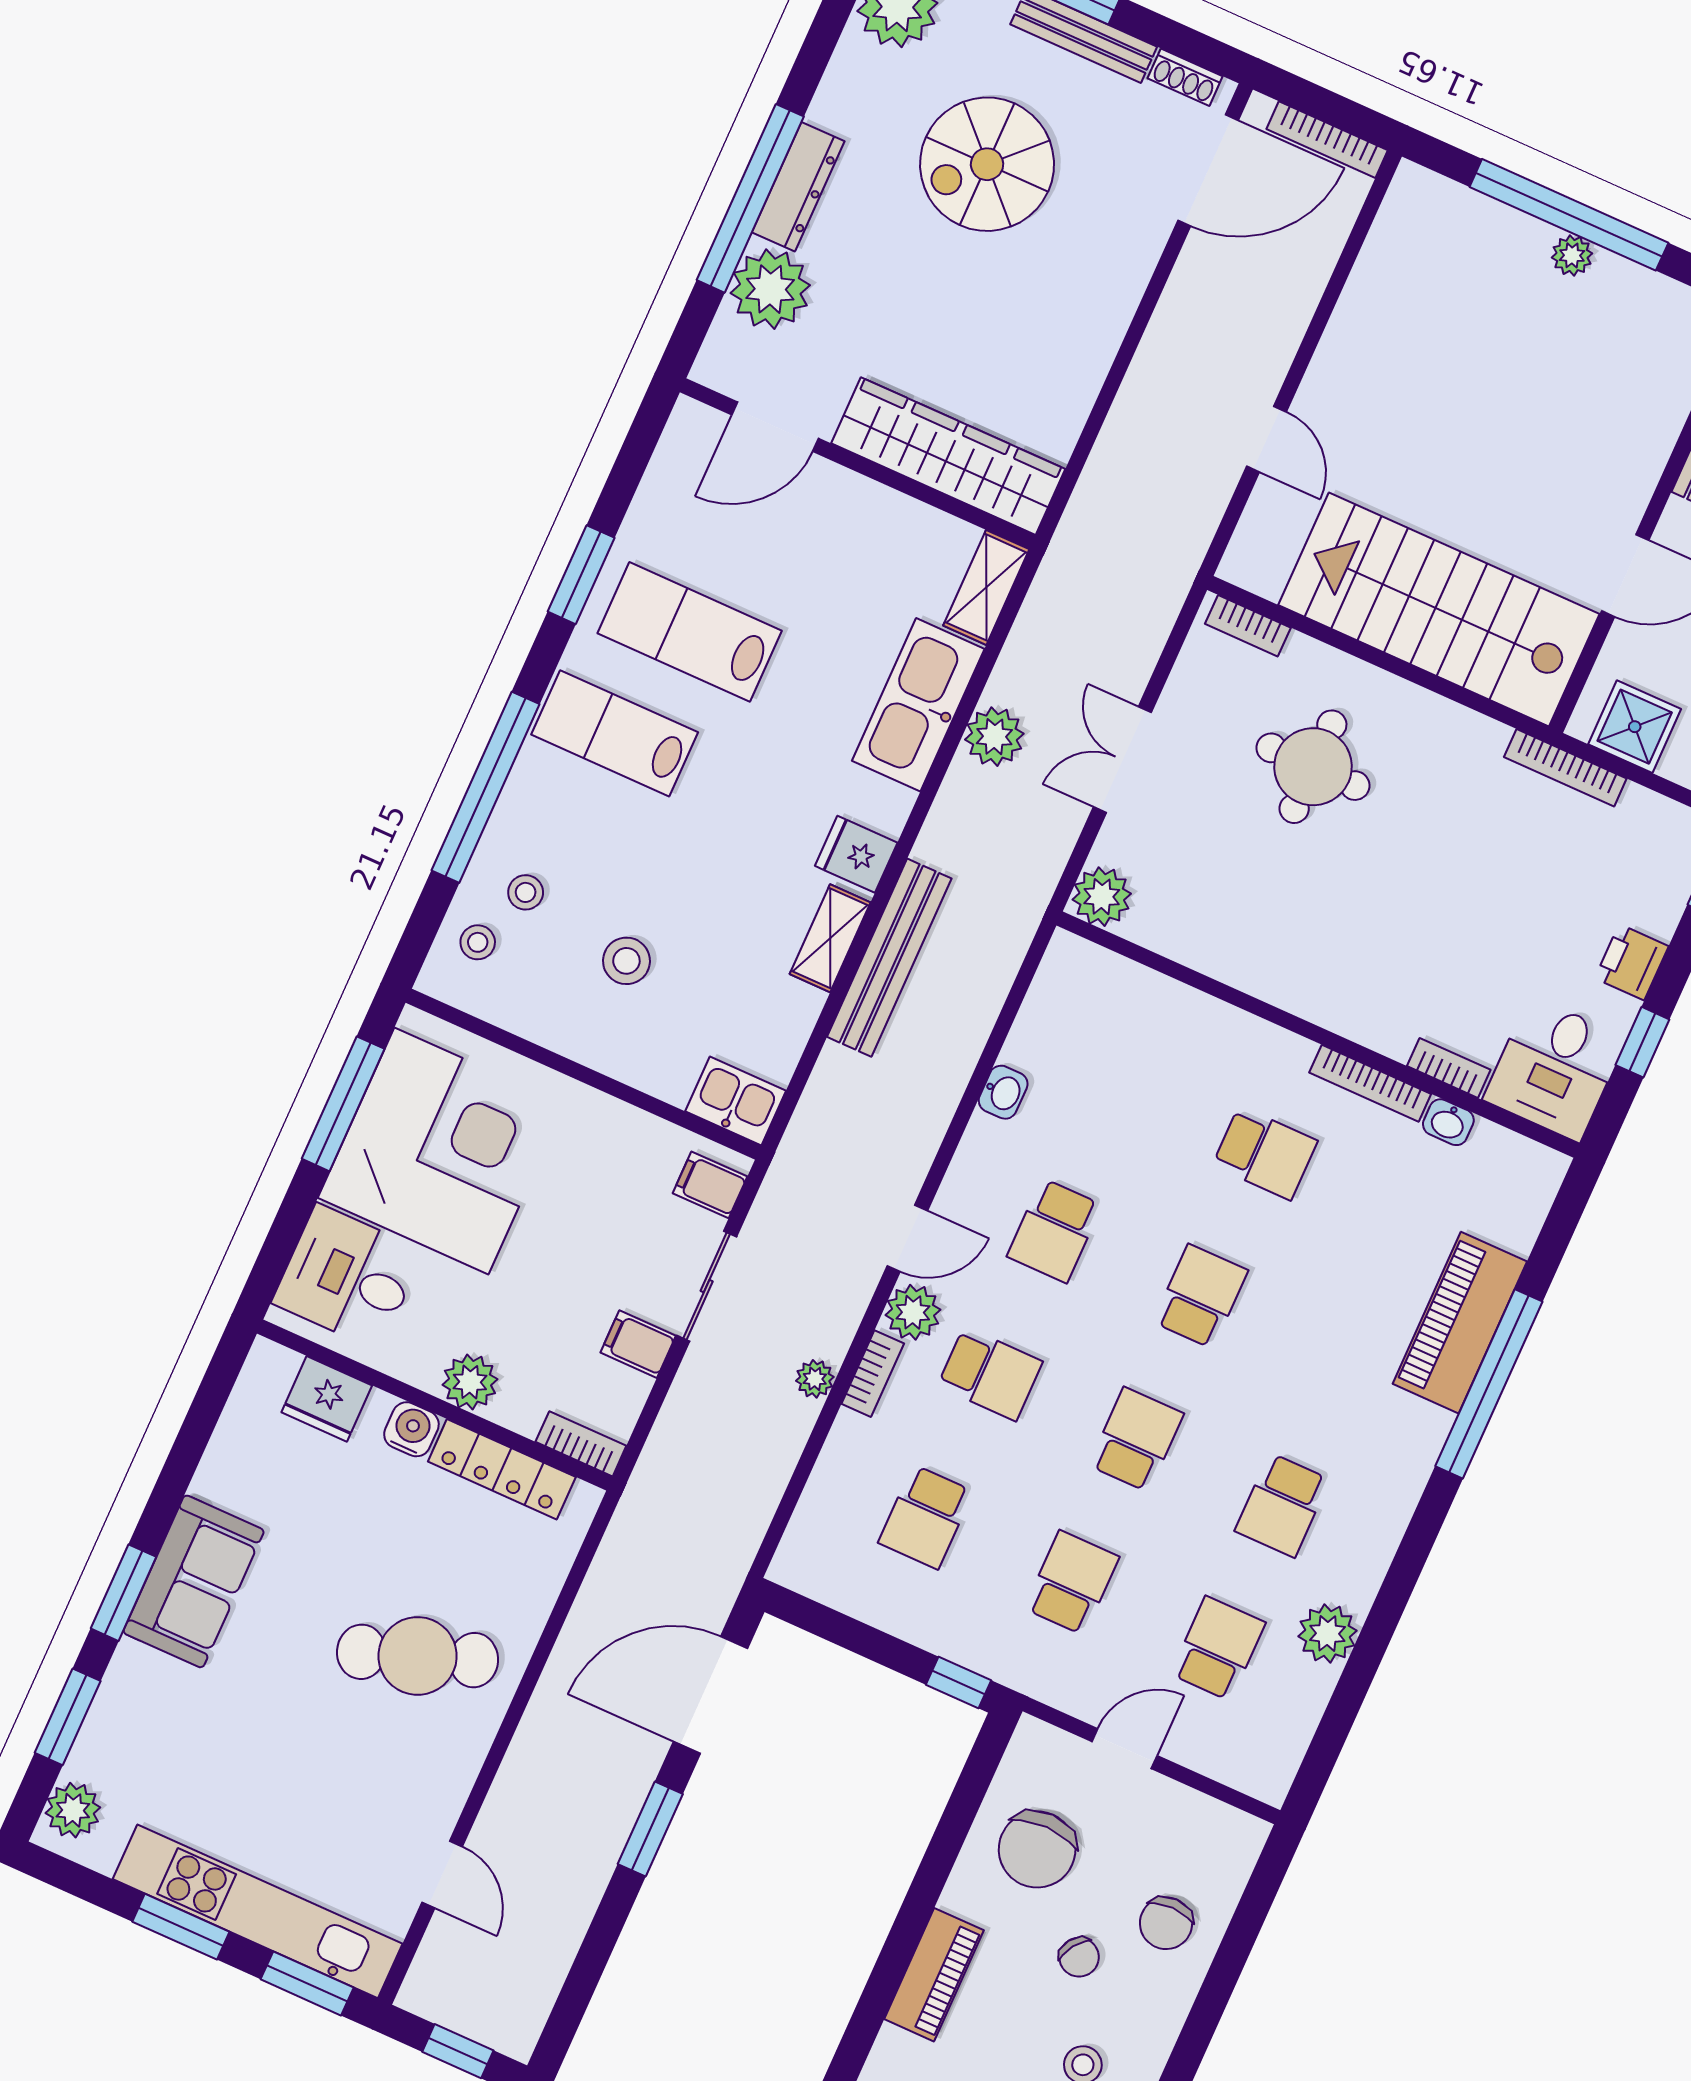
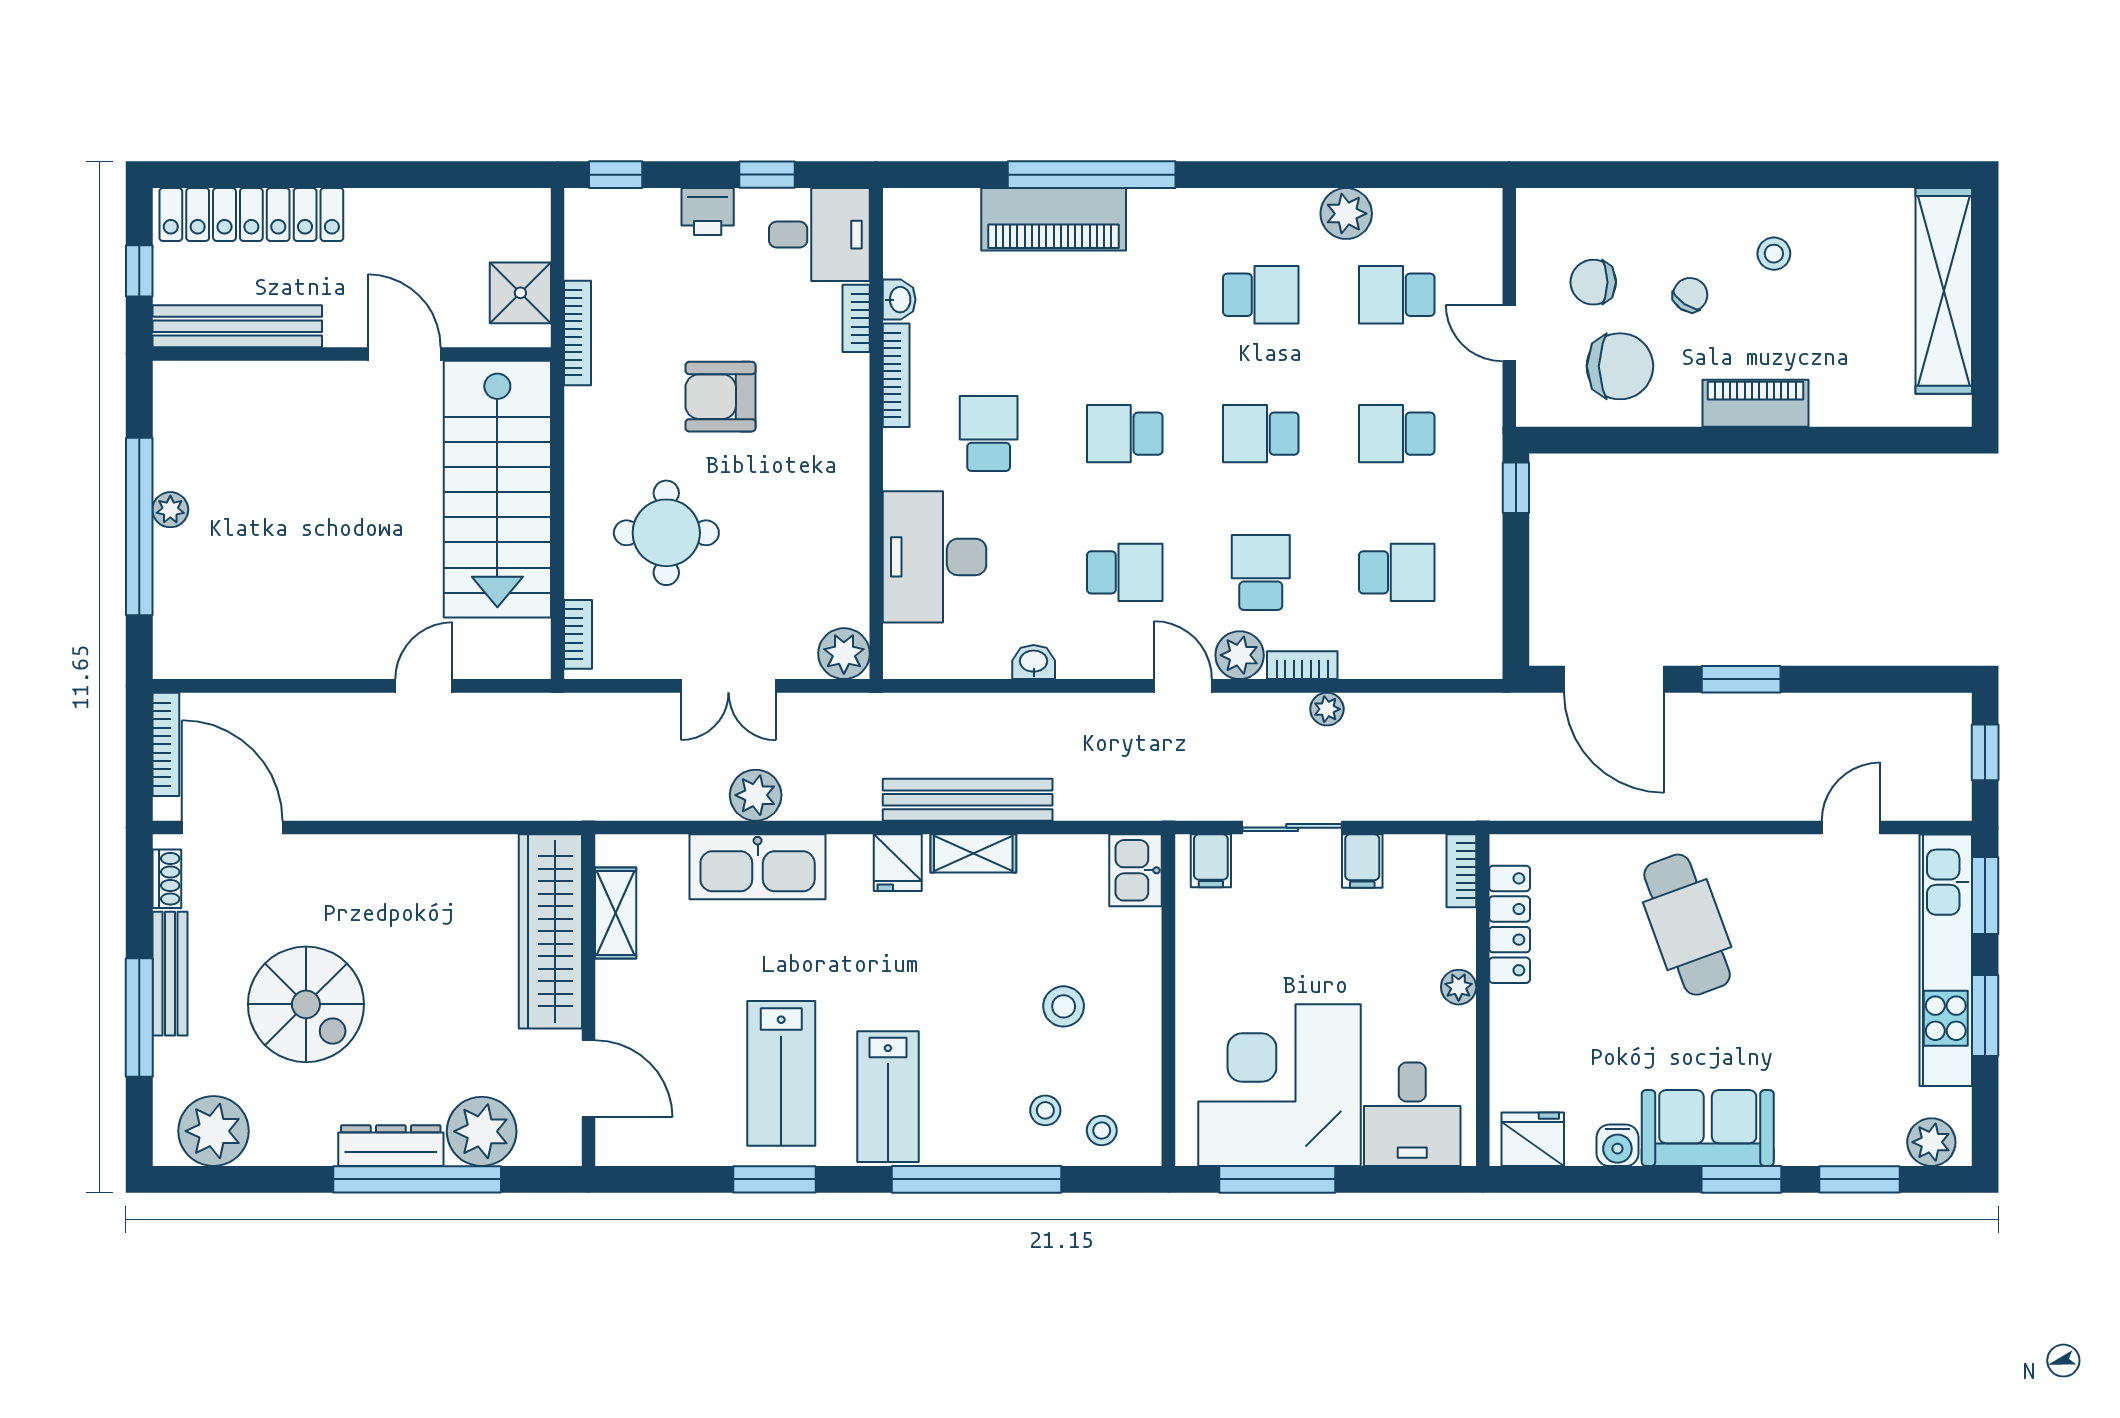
shelving: (986, 587) -> (616, 913), moved, turned 90
armchair: (1431, 888) -> (721, 397), added
desk: (1161, 1038) -> (935, 557), added
plant: (470, 1382) -> (1459, 987), width x0.73, depth x0.73
fridge: (327, 1399) -> (1533, 1139), moved, turned -90
water cooler: (411, 1429) -> (1617, 1145), moved, turned -90
chair: (1166, 1923) -> (1593, 282), moved, turned 180

